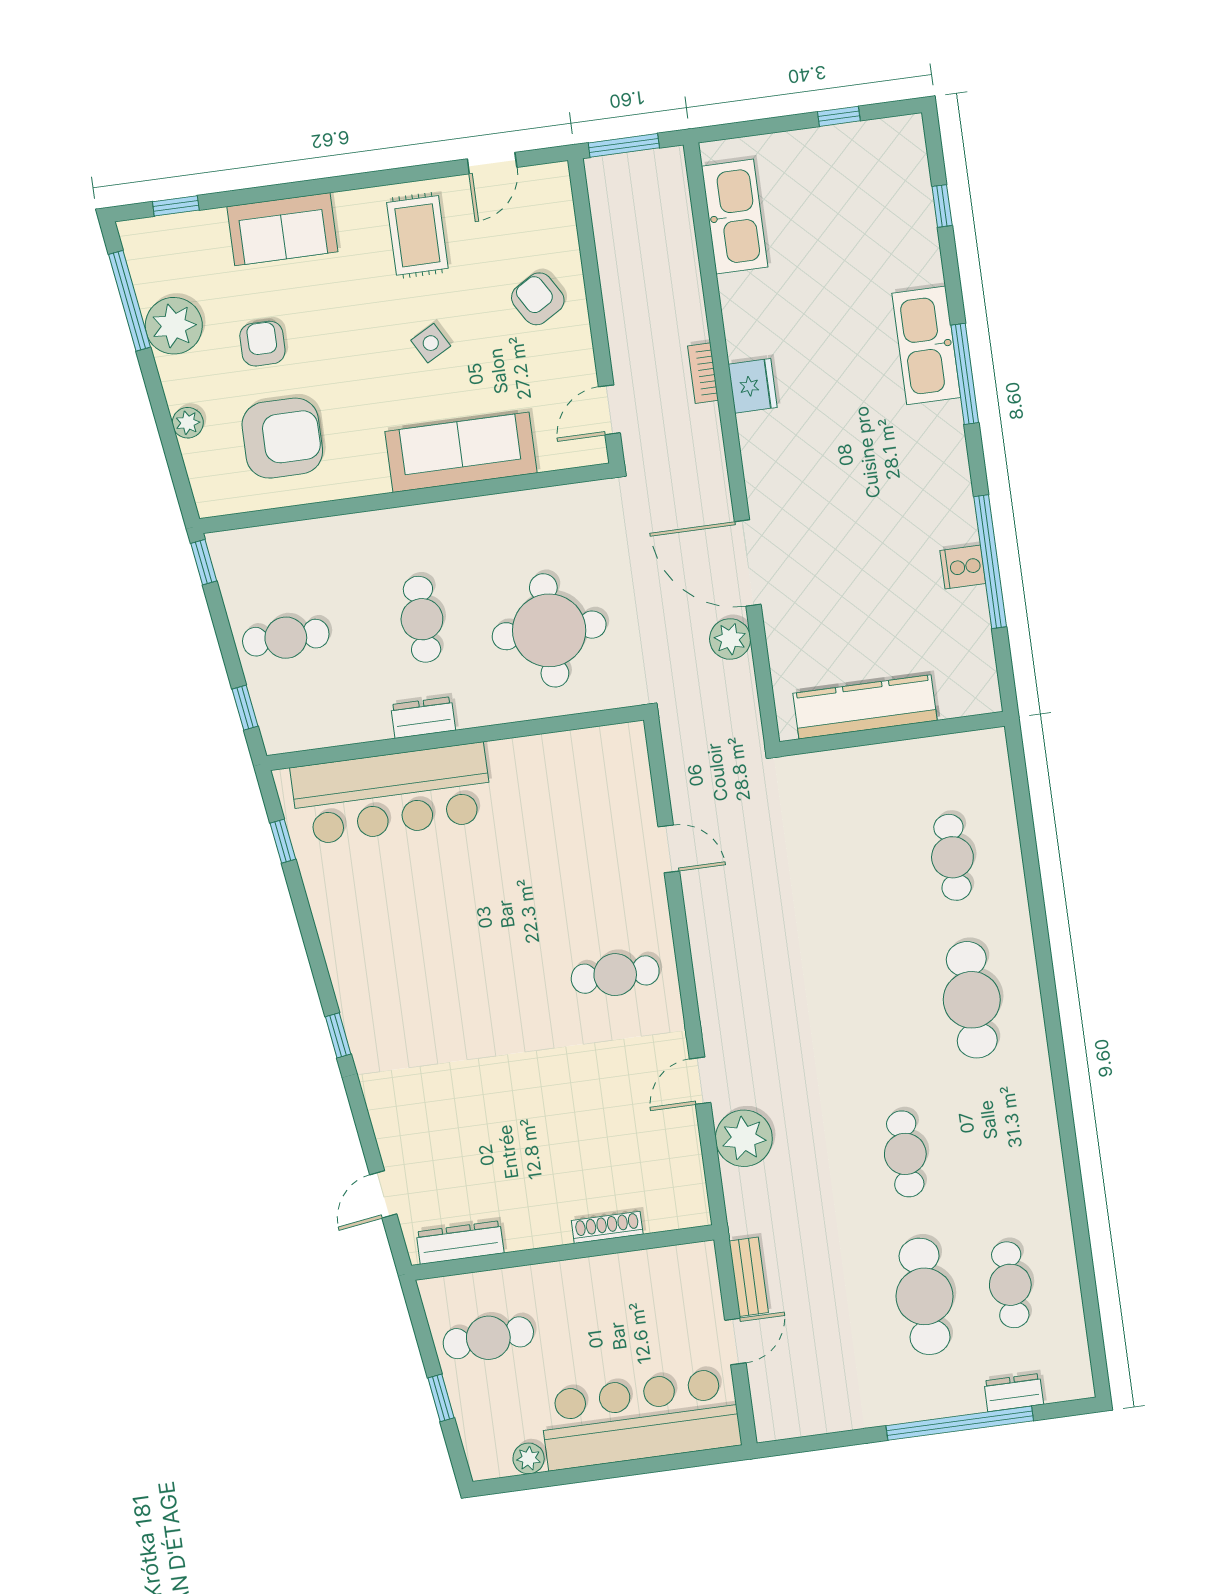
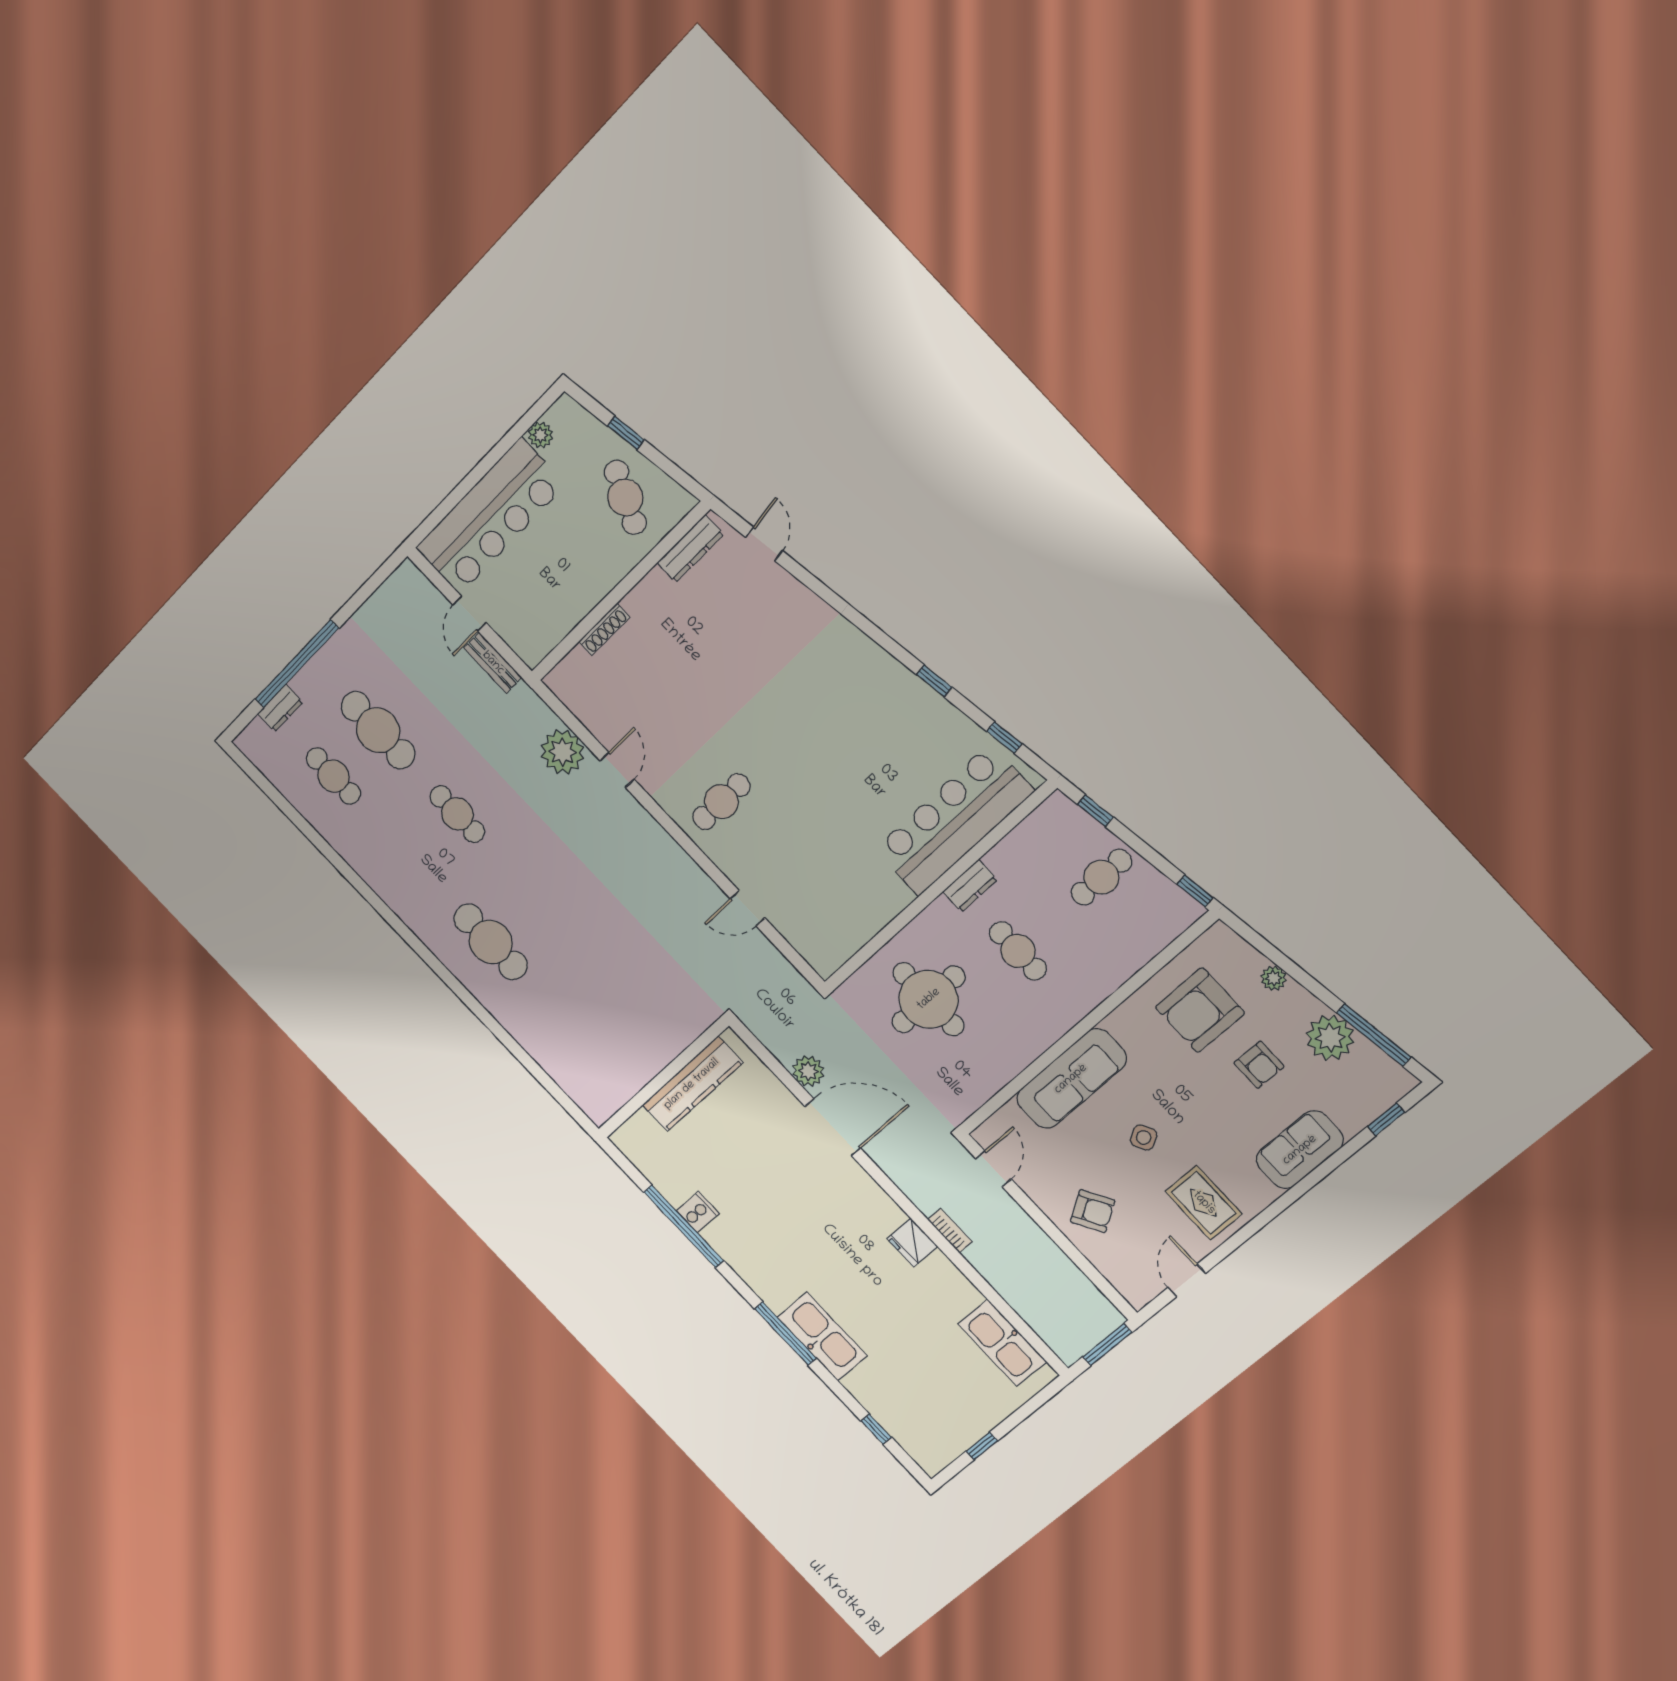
cafe table: (952, 857) -> (569, 1025), removed
window: (338, 1035) -> (934, 681), moved
cafe table: (488, 1338) -> (625, 497), turned -62

